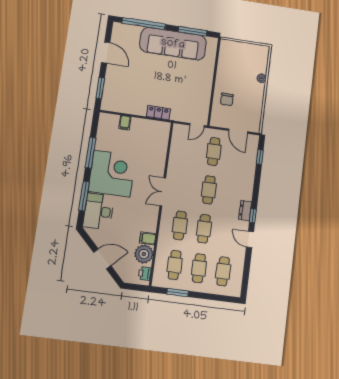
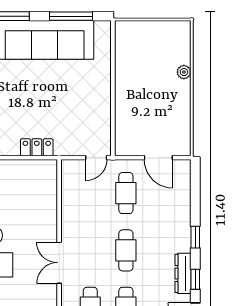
chair: (227, 99) -> (136, 112), removed
window: (260, 157) -> (195, 237), moved
dresser: (245, 211) -> (183, 273), width x1.44

